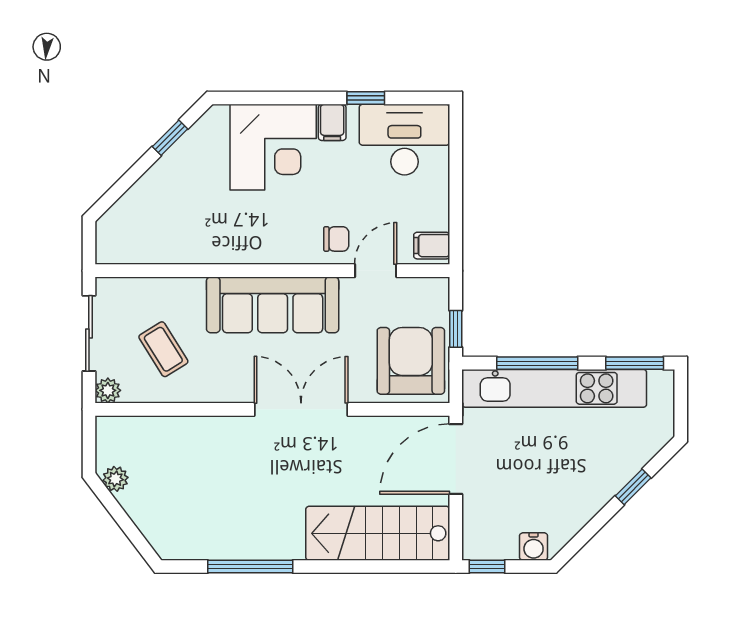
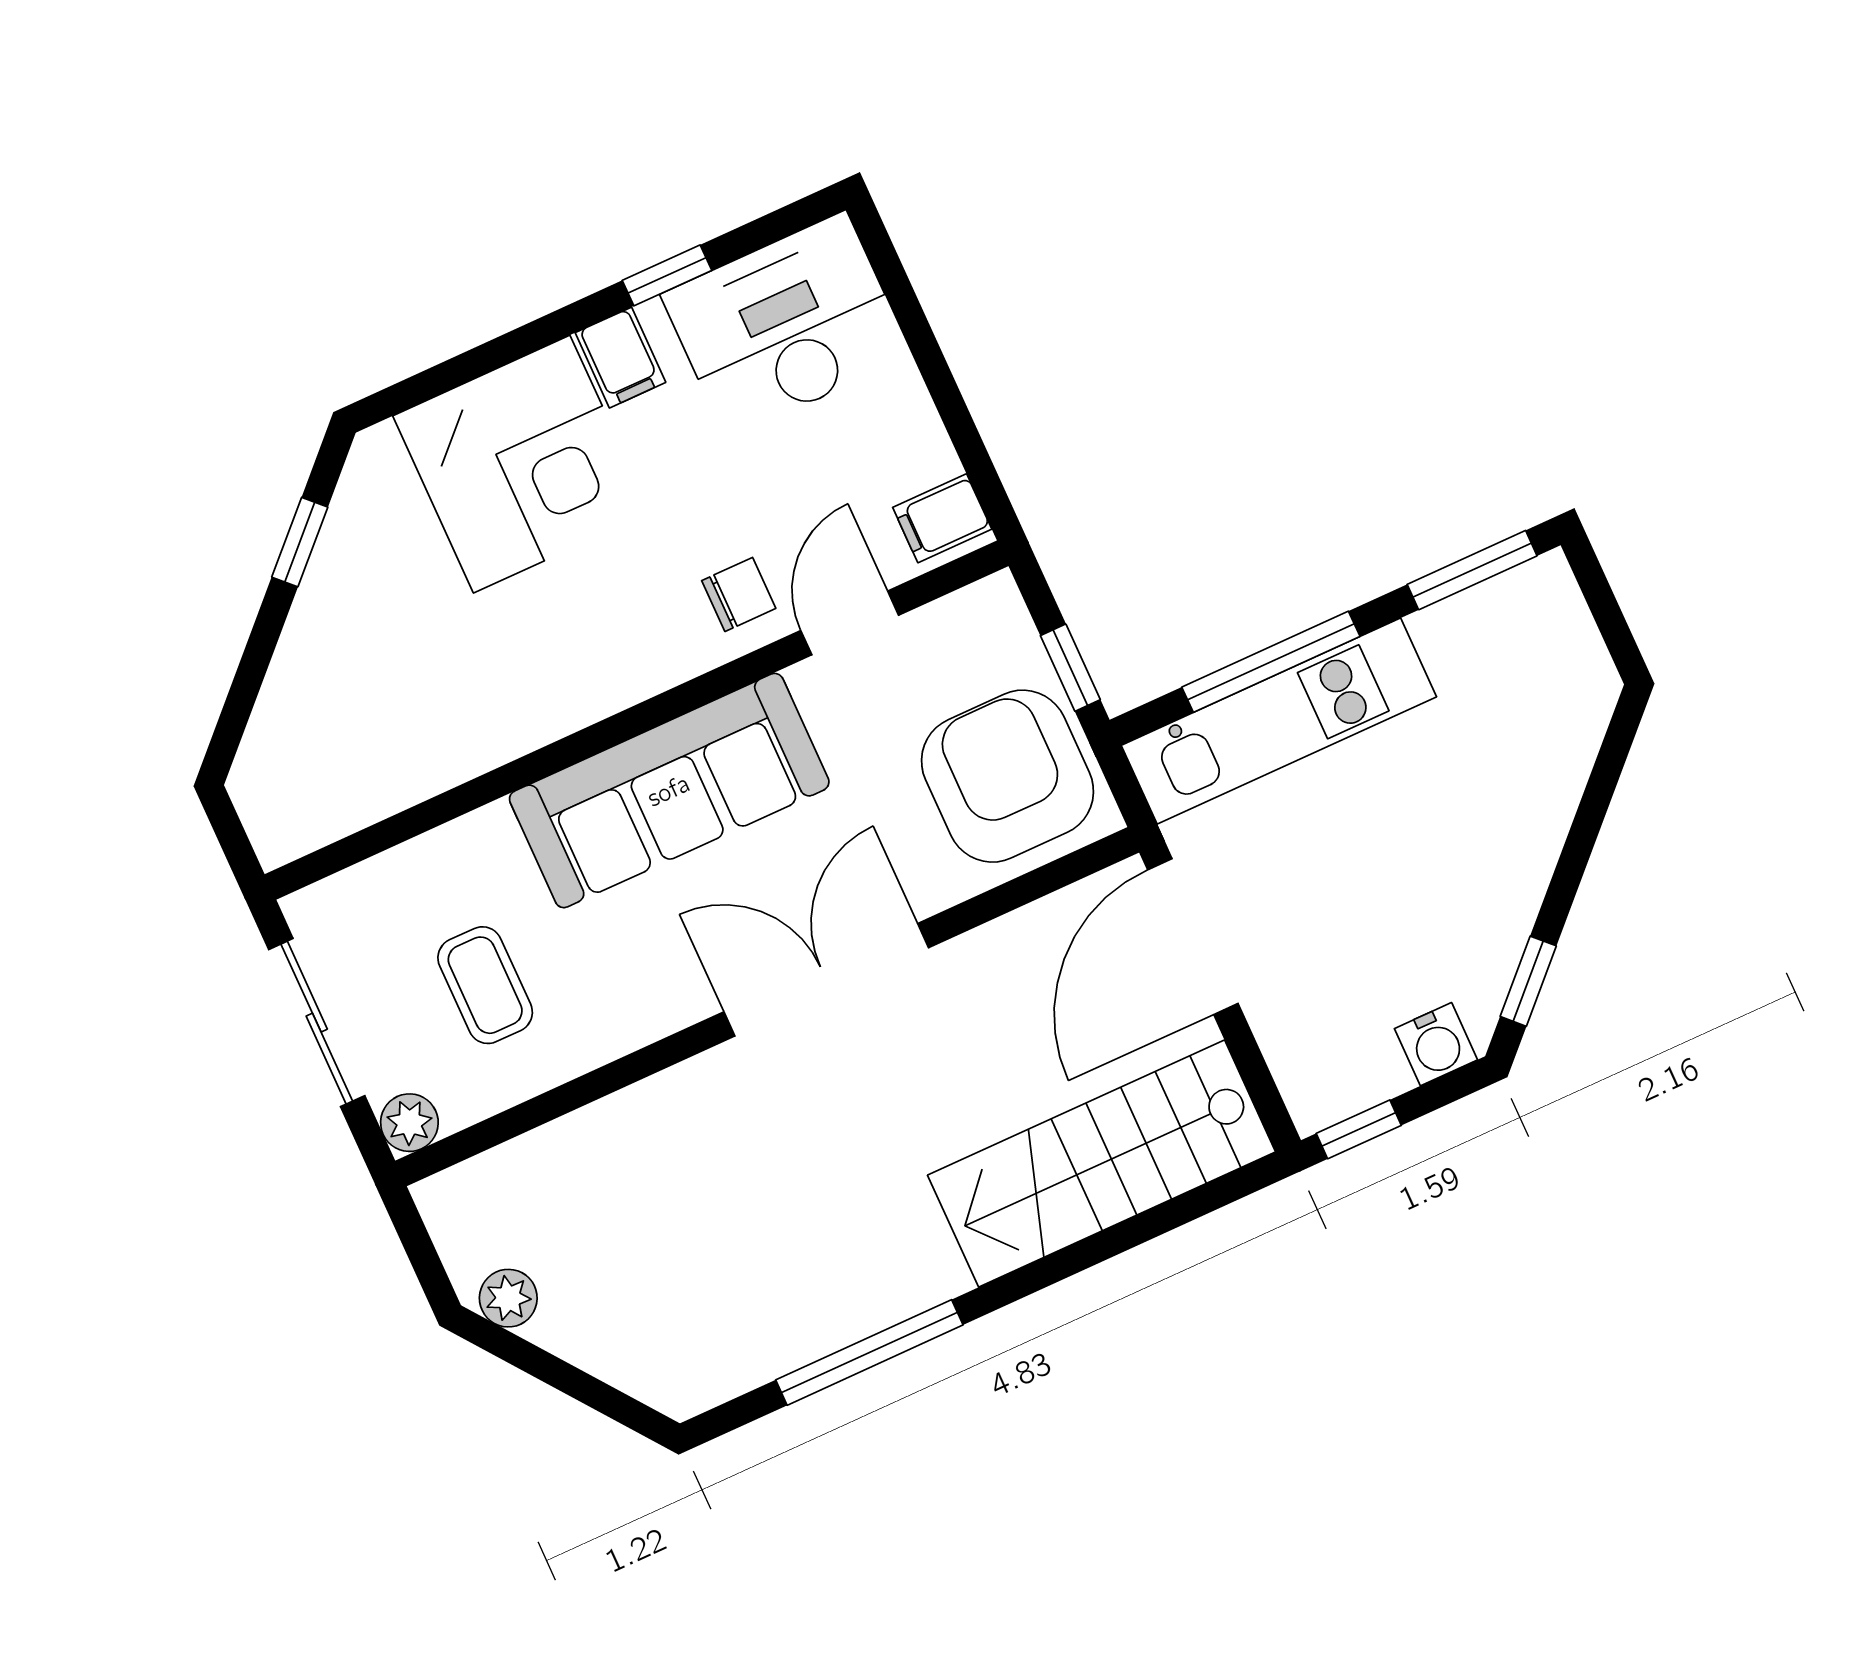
coffee table: (163, 349) -> (485, 985), turned 32
kitchen unit: (554, 388) -> (1279, 721), width x0.73
window: (633, 487) -> (1528, 981), moved

